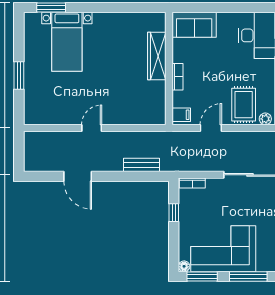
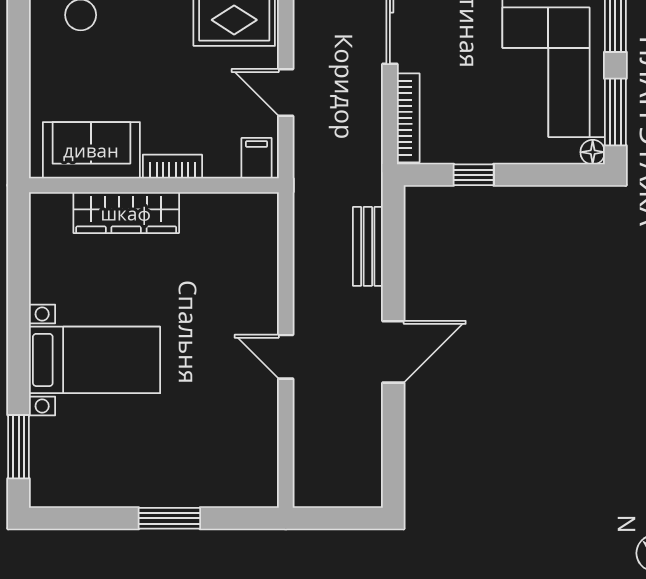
sofa: (194, 25) -> (91, 150), moved, turned -90
bed with nightstands: (67, 42) -> (95, 360), moved
door: (78, 176) -> (393, 352), moved
bookcase: (192, 183) -> (408, 118), width x1.56

